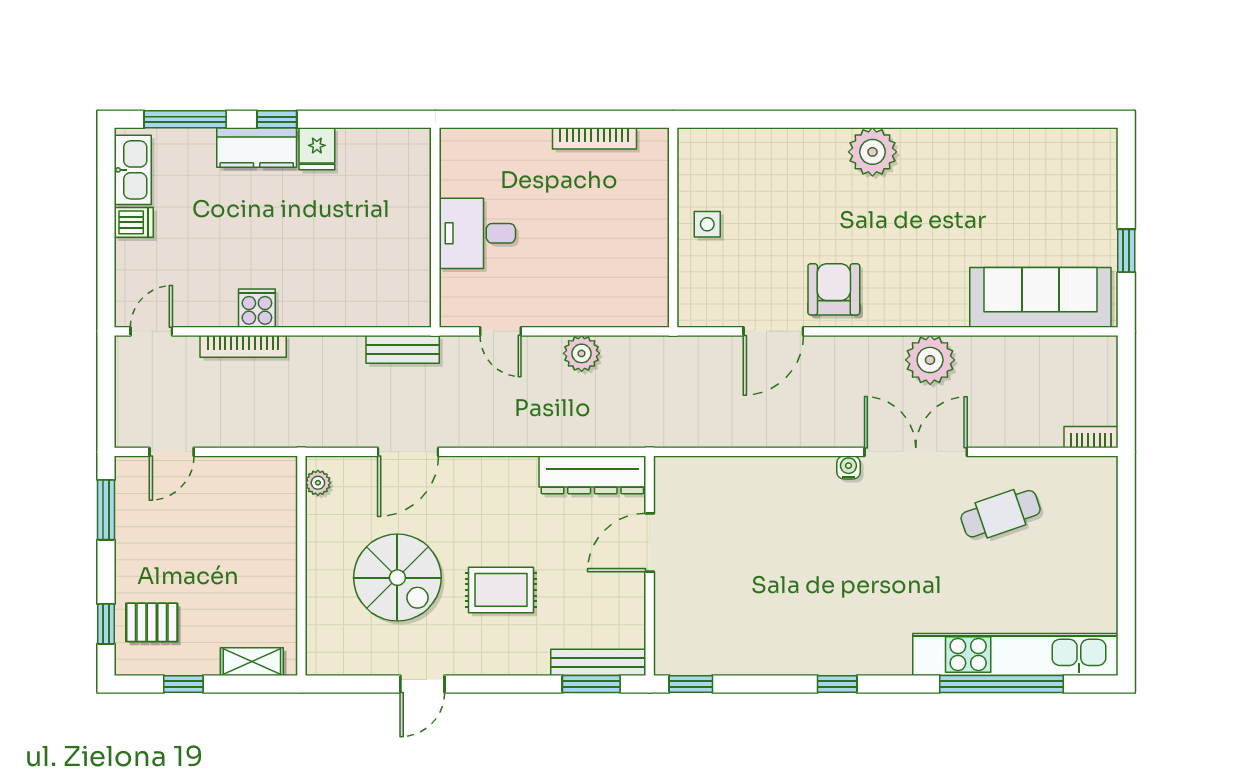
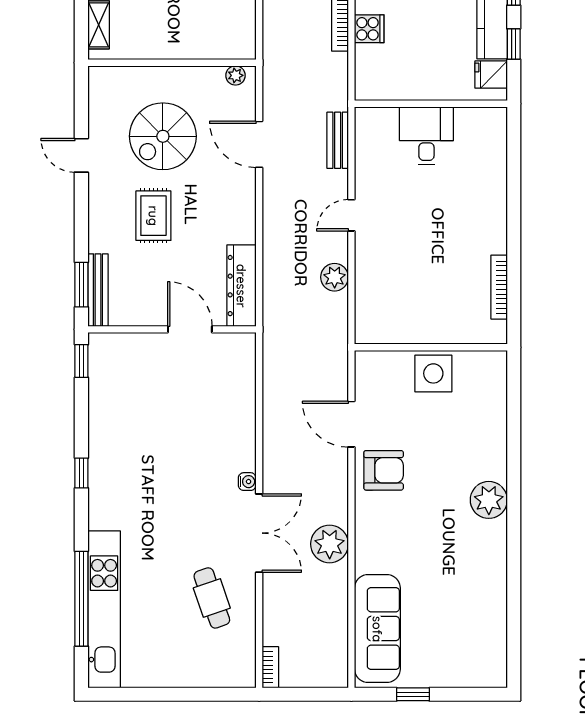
side table: (707, 224) -> (433, 373), width x1.87, depth x1.87
wall: (435, 228) -> (431, 104), moved
desk: (477, 233) -> (426, 136), moved

